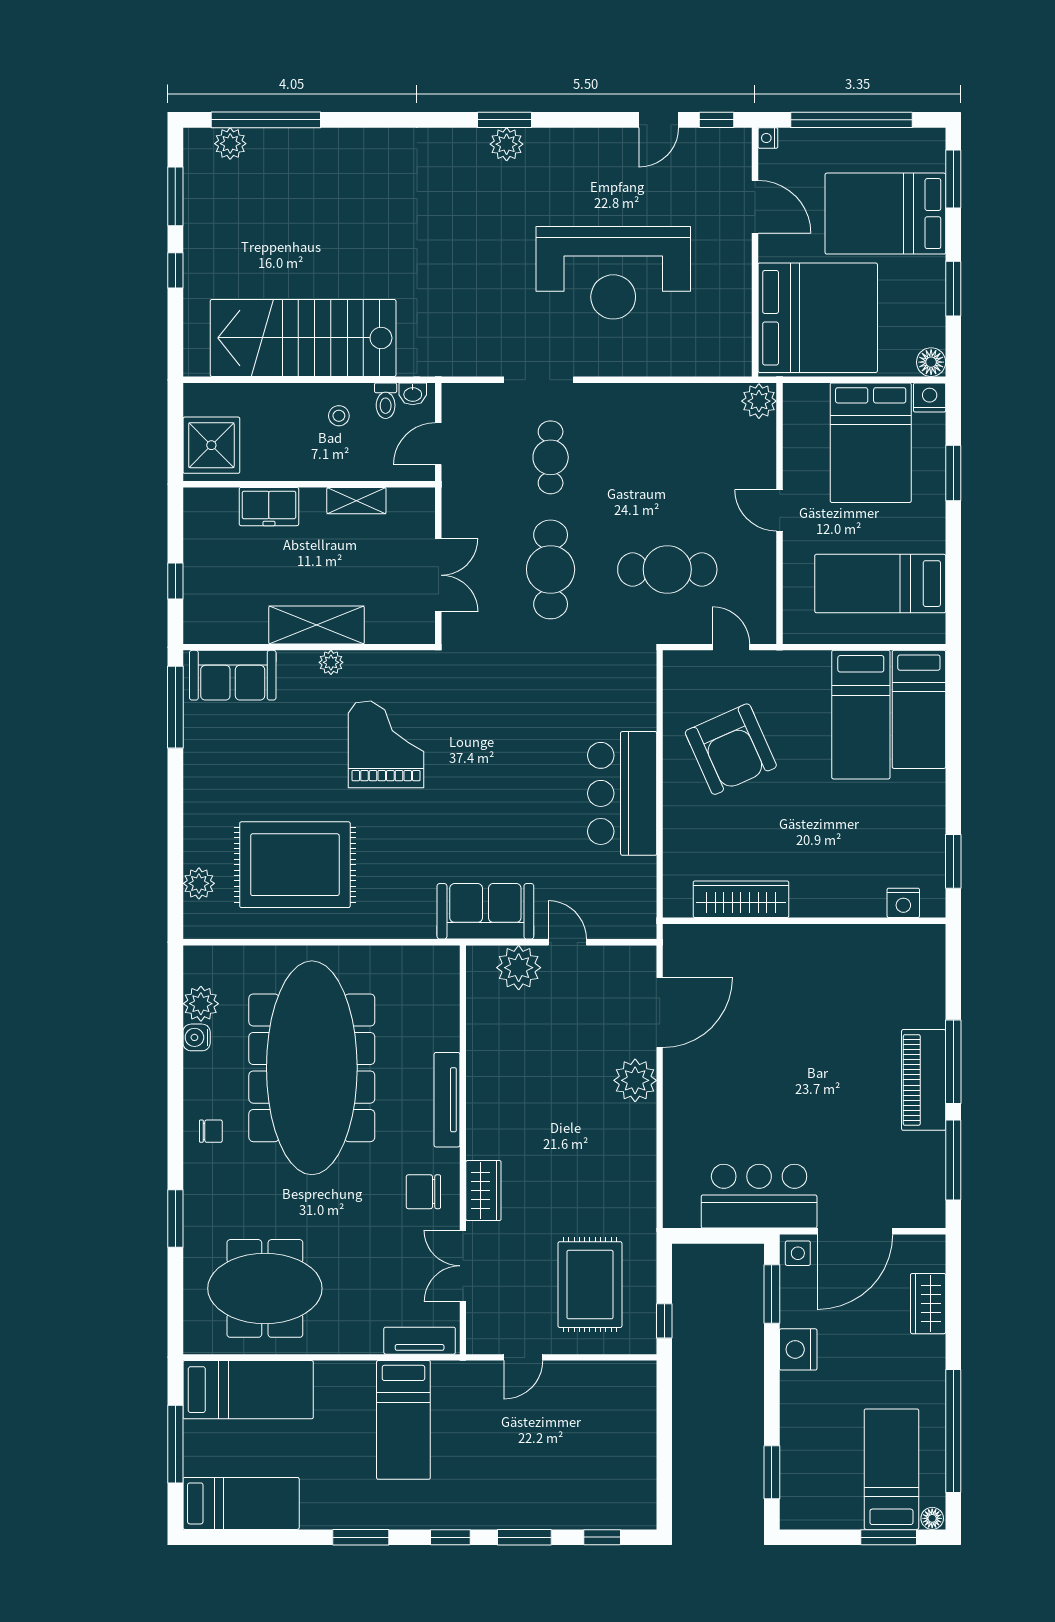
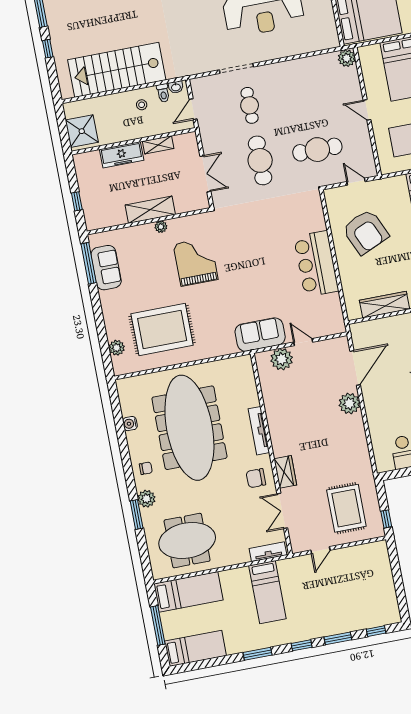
freezer: (269, 507) -> (122, 155), width x1.40
sofa: (233, 675) -> (106, 268), moved, turned -90
plant: (201, 1004) -> (146, 499), moved

